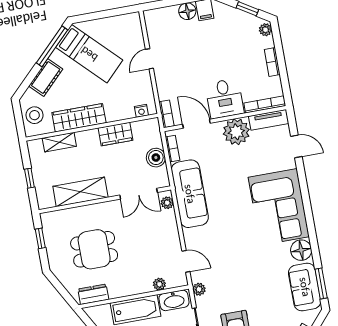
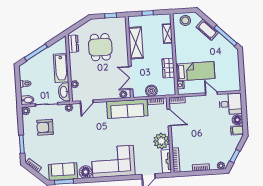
bed: (89, 54) -> (195, 71), moved, turned -135
desk: (225, 98) -> (231, 104), moved, turned 180
wardrobe: (79, 118) -> (181, 47), removed
door: (196, 124) -> (169, 118), hinge flipped

